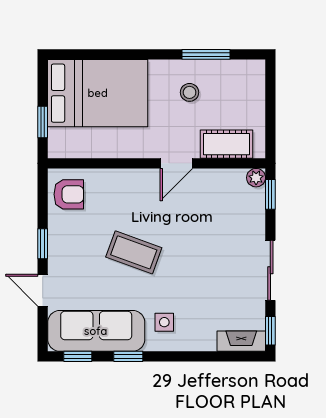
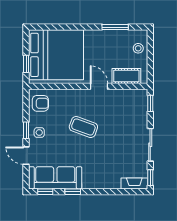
stool: (190, 92) -> (138, 48), moved
bed: (98, 93) -> (56, 55), width x1.36
door: (176, 163) -> (99, 86), swing flipped
plant: (256, 178) -> (142, 94), removed
coffee table: (134, 252) -> (83, 127), moved
side table: (164, 322) -> (39, 133), moved

